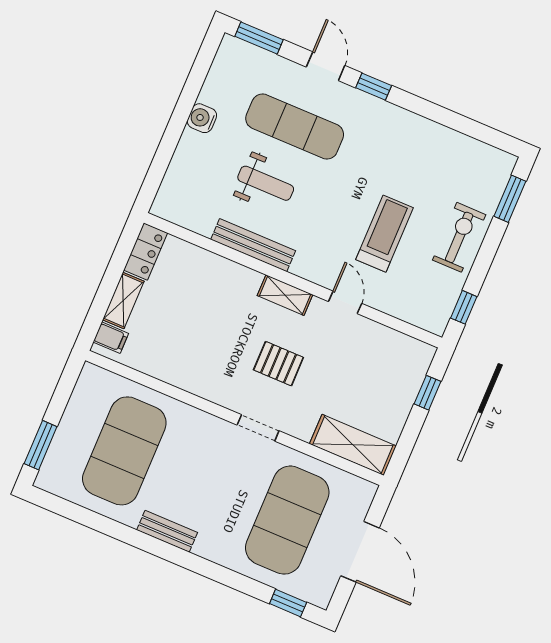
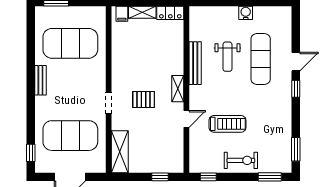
window: (259, 38) -> (296, 149), moved
pallet: (278, 364) -> (144, 100), turned 90

